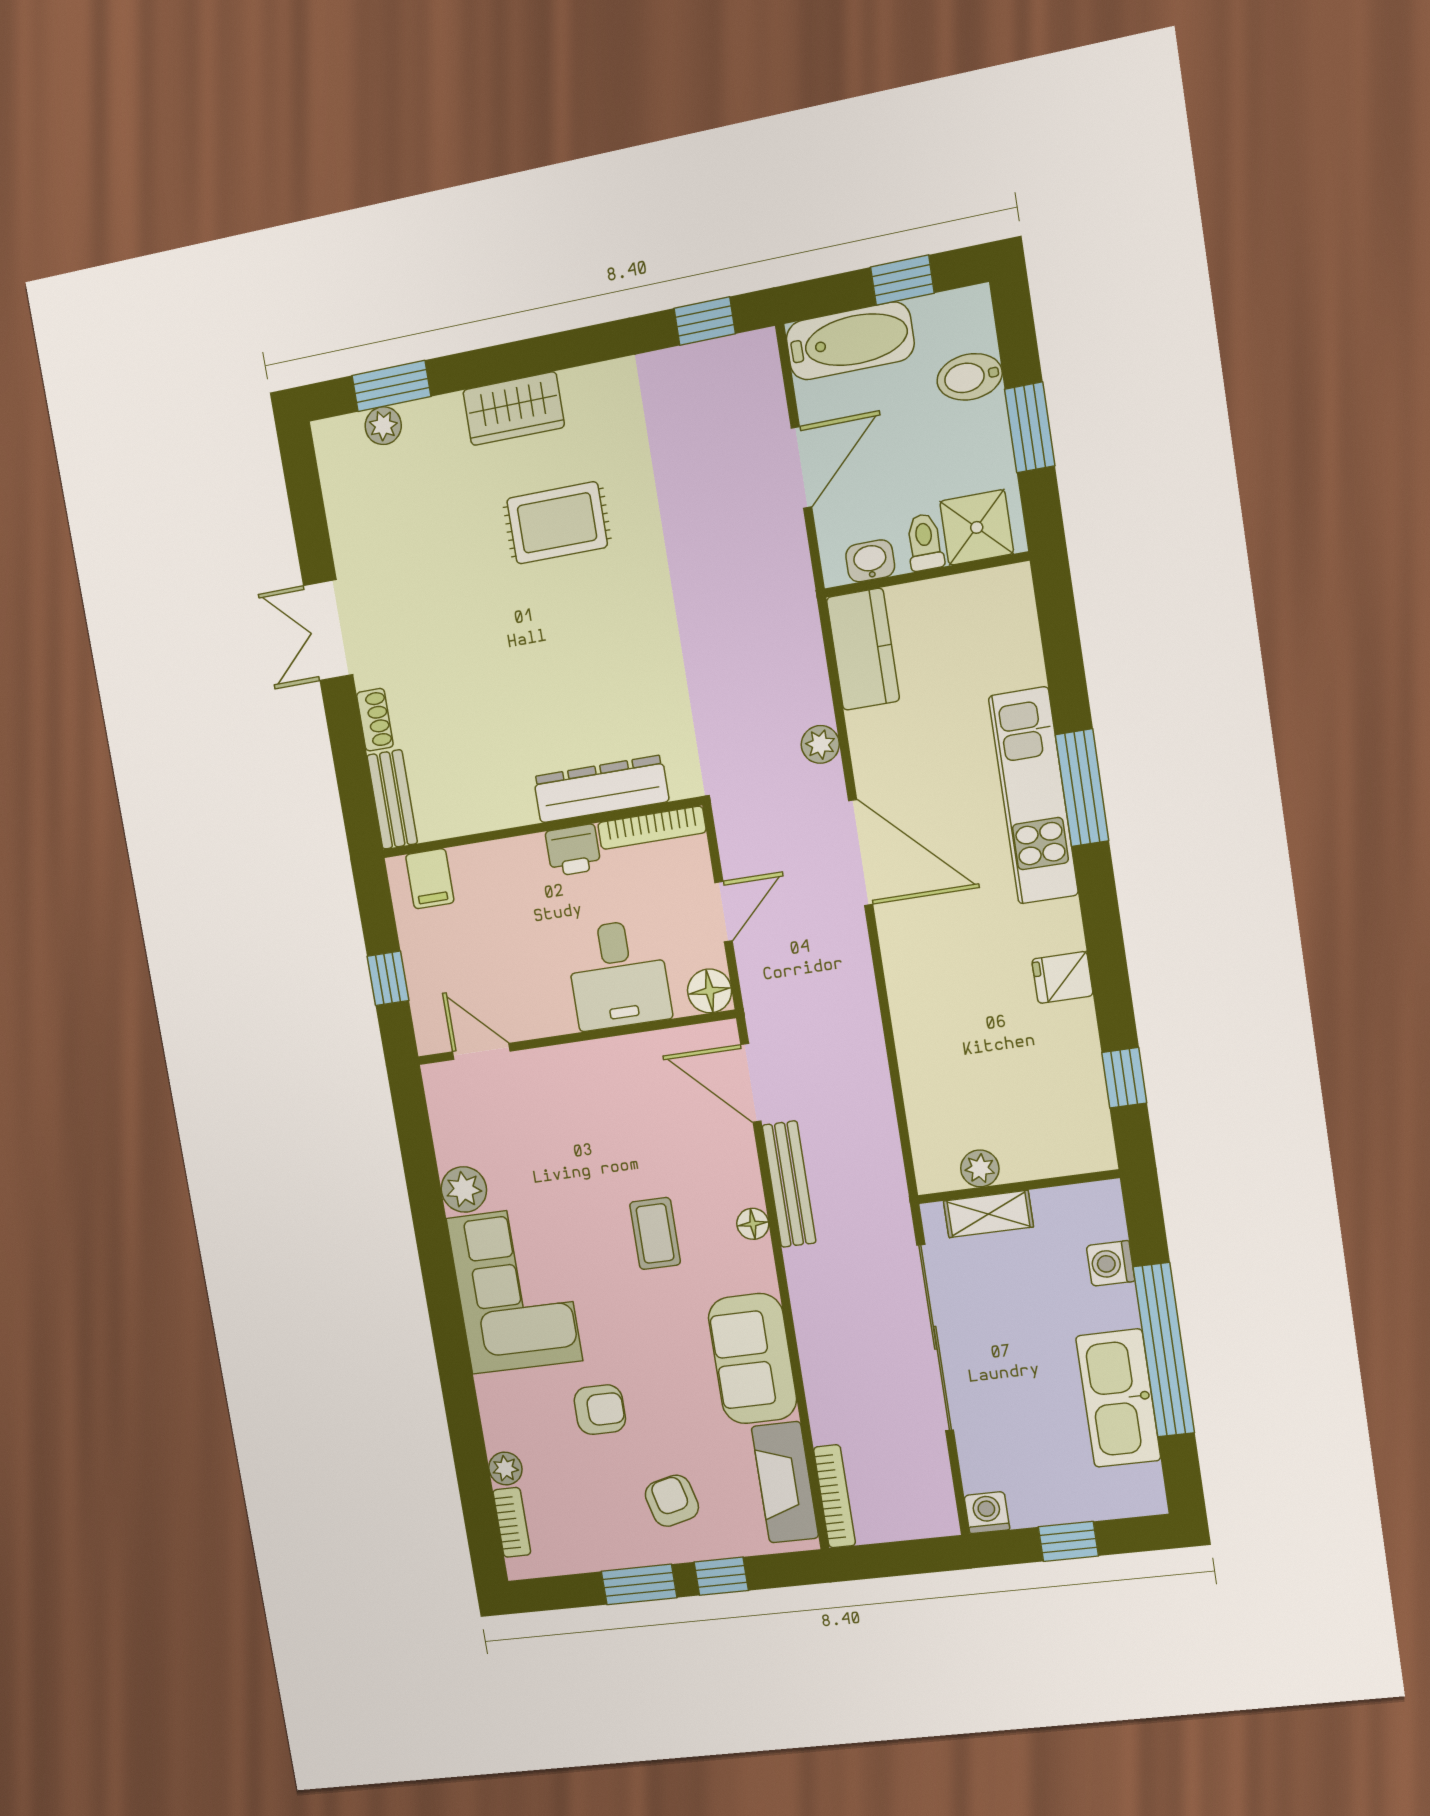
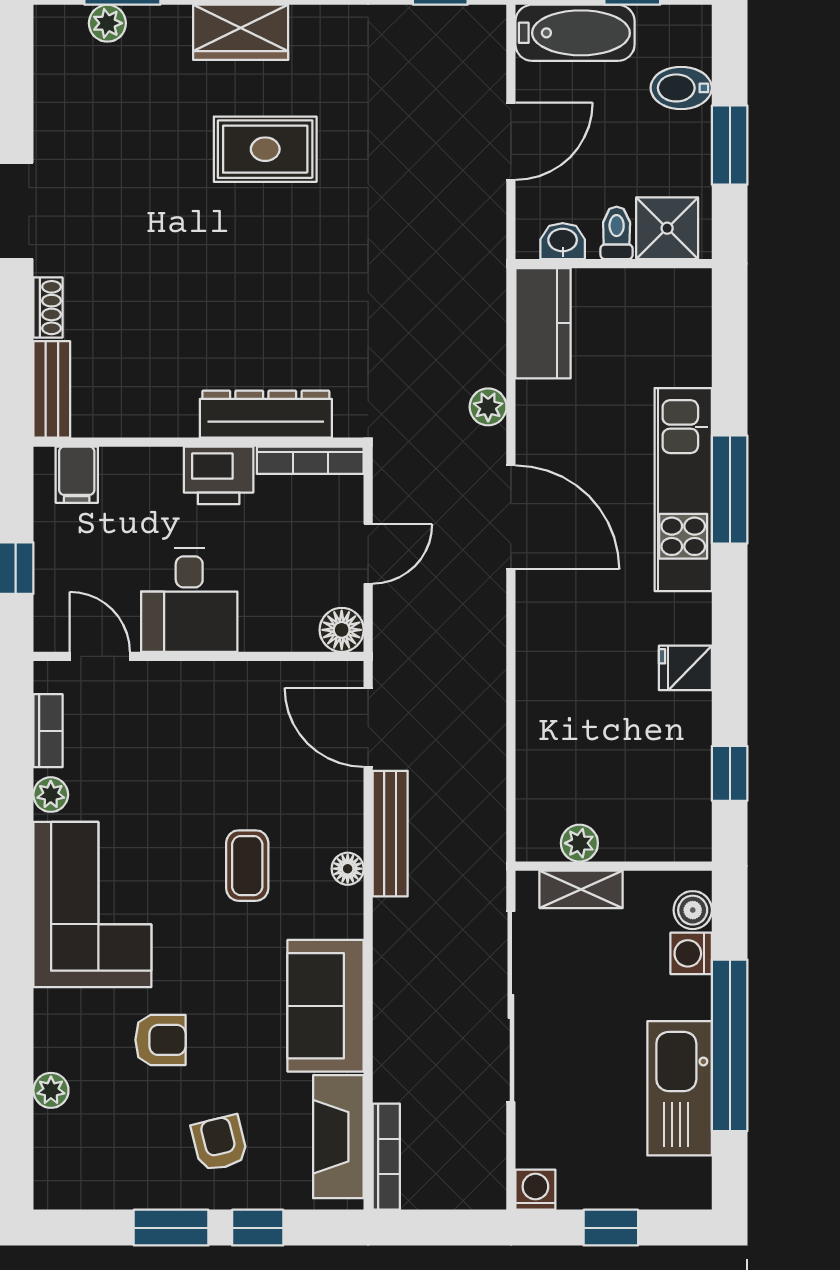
printer: (573, 850) -> (219, 475), width x1.36, depth x1.24
desk: (618, 975) -> (189, 600), moved
plant: (464, 1189) -> (51, 795), width x0.73, depth x0.73
boiler: (1106, 1220) -> (693, 910), added
bookcase: (512, 1522) -> (48, 731), moved

